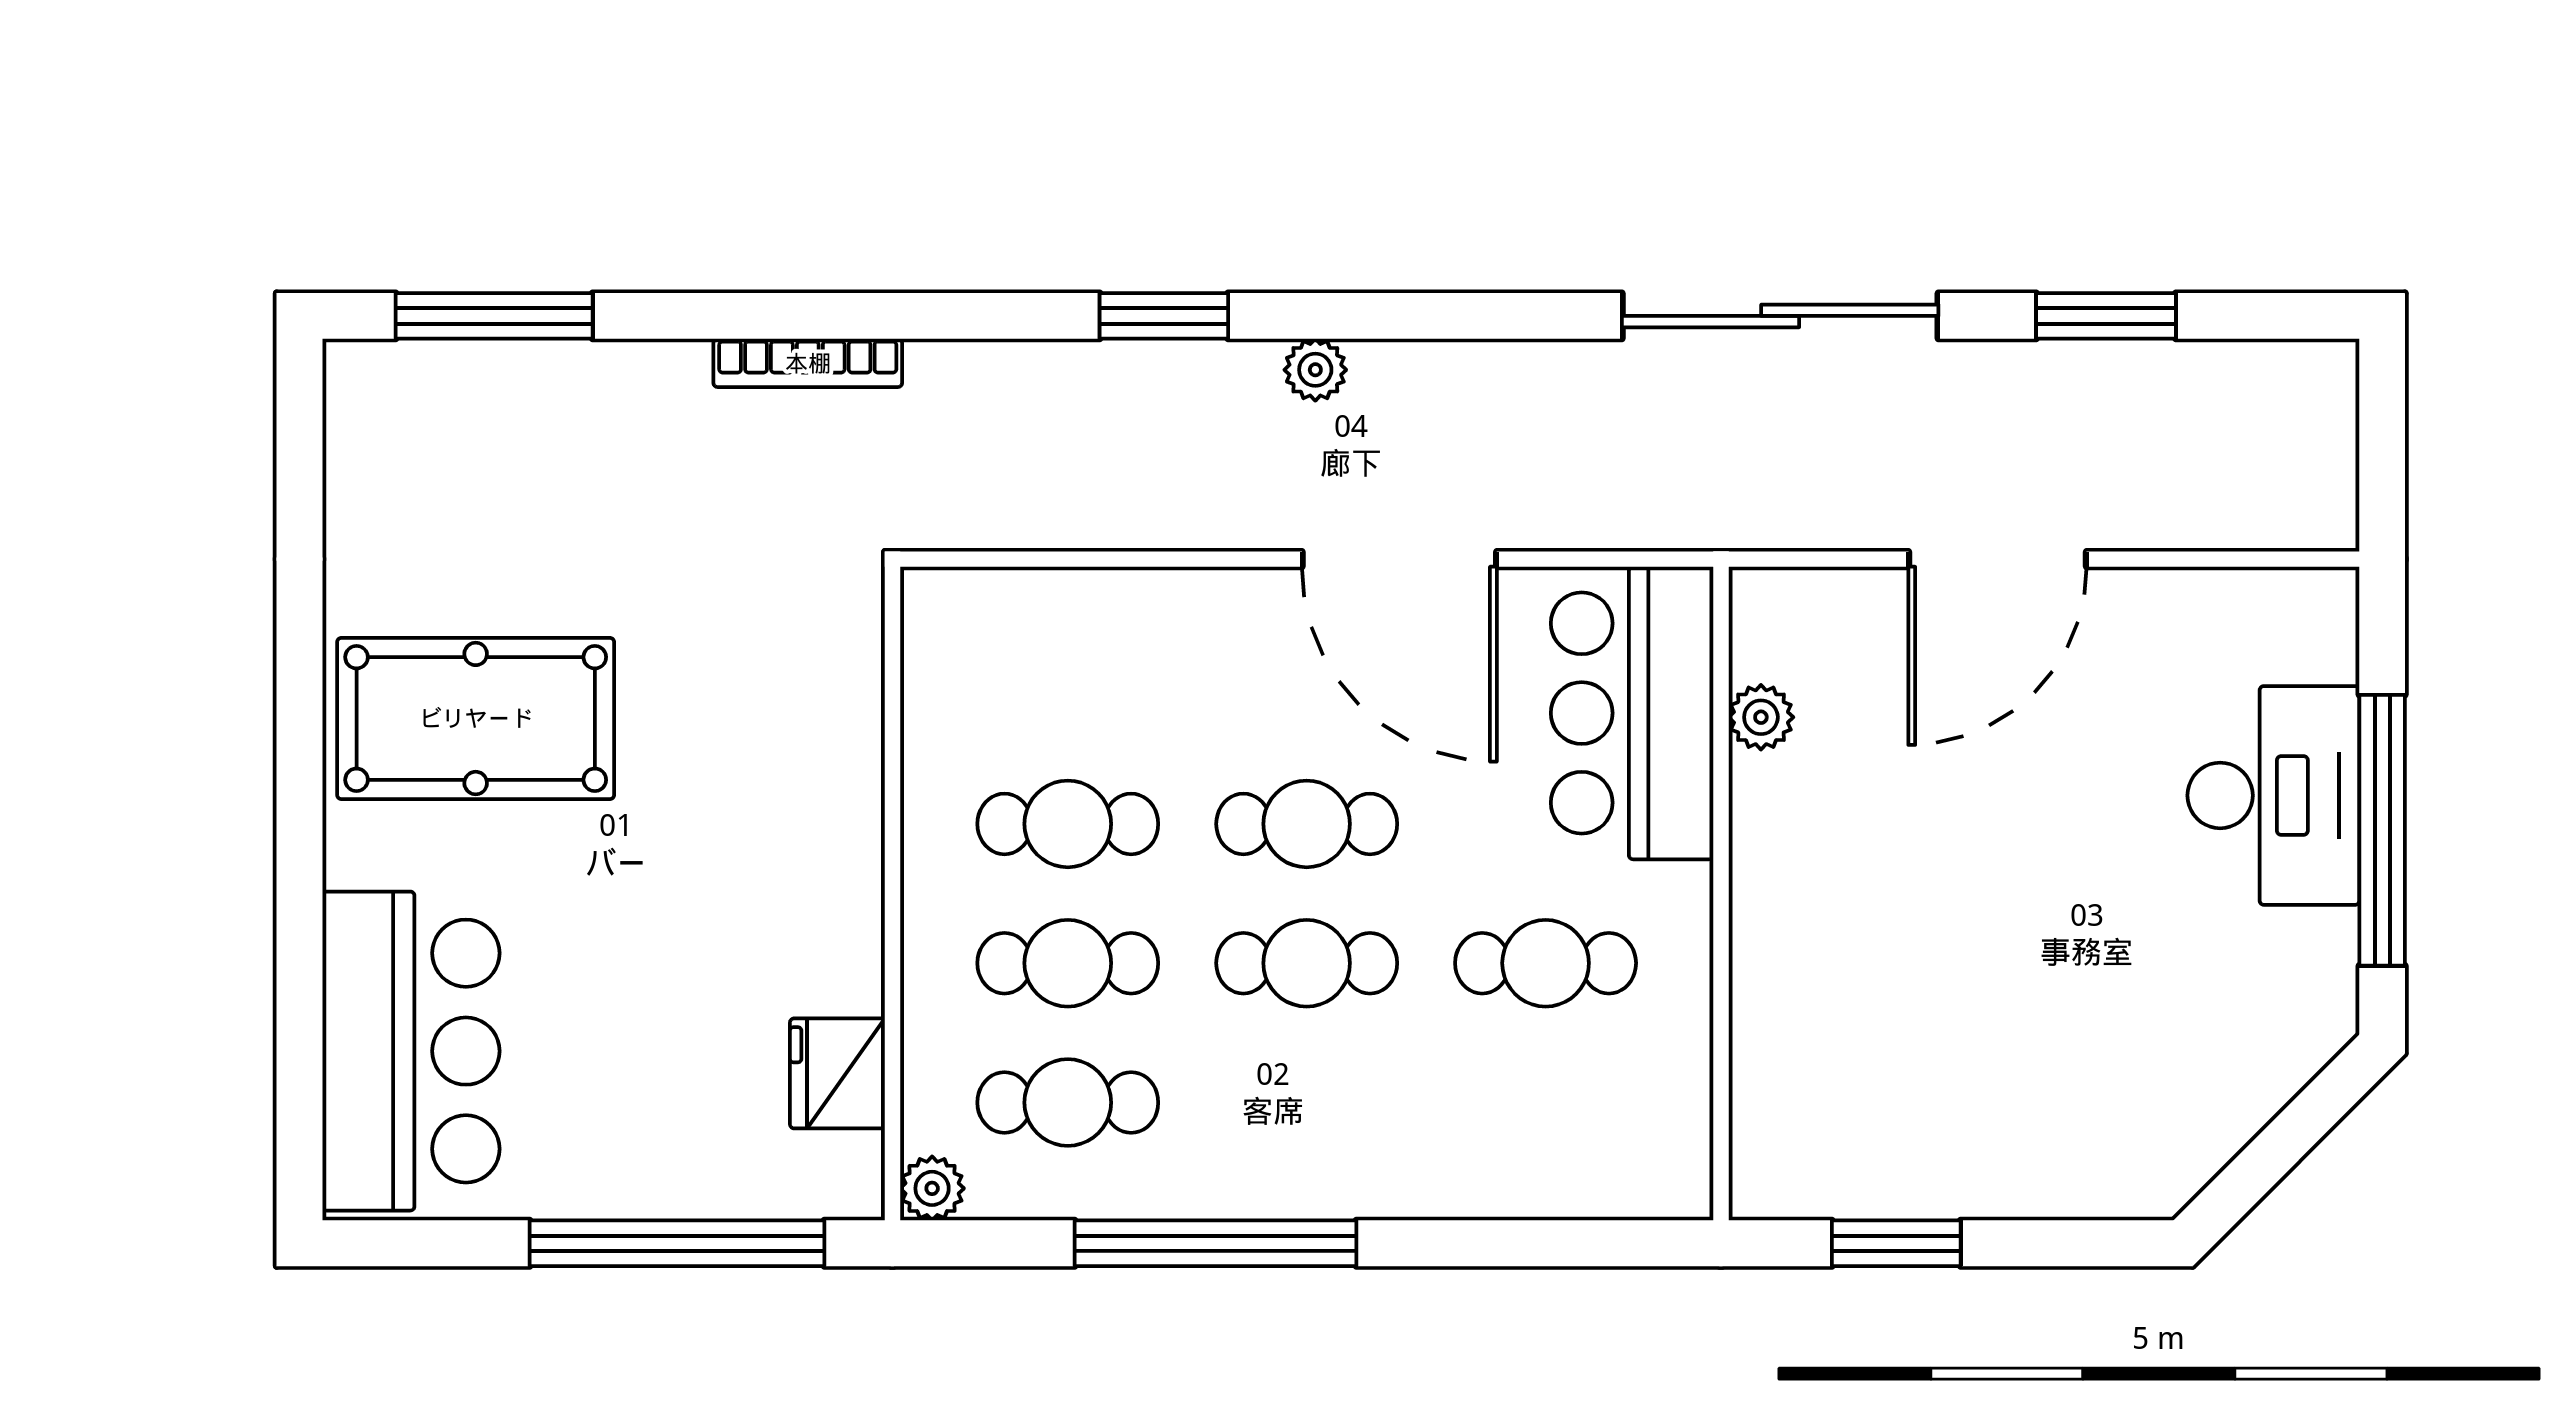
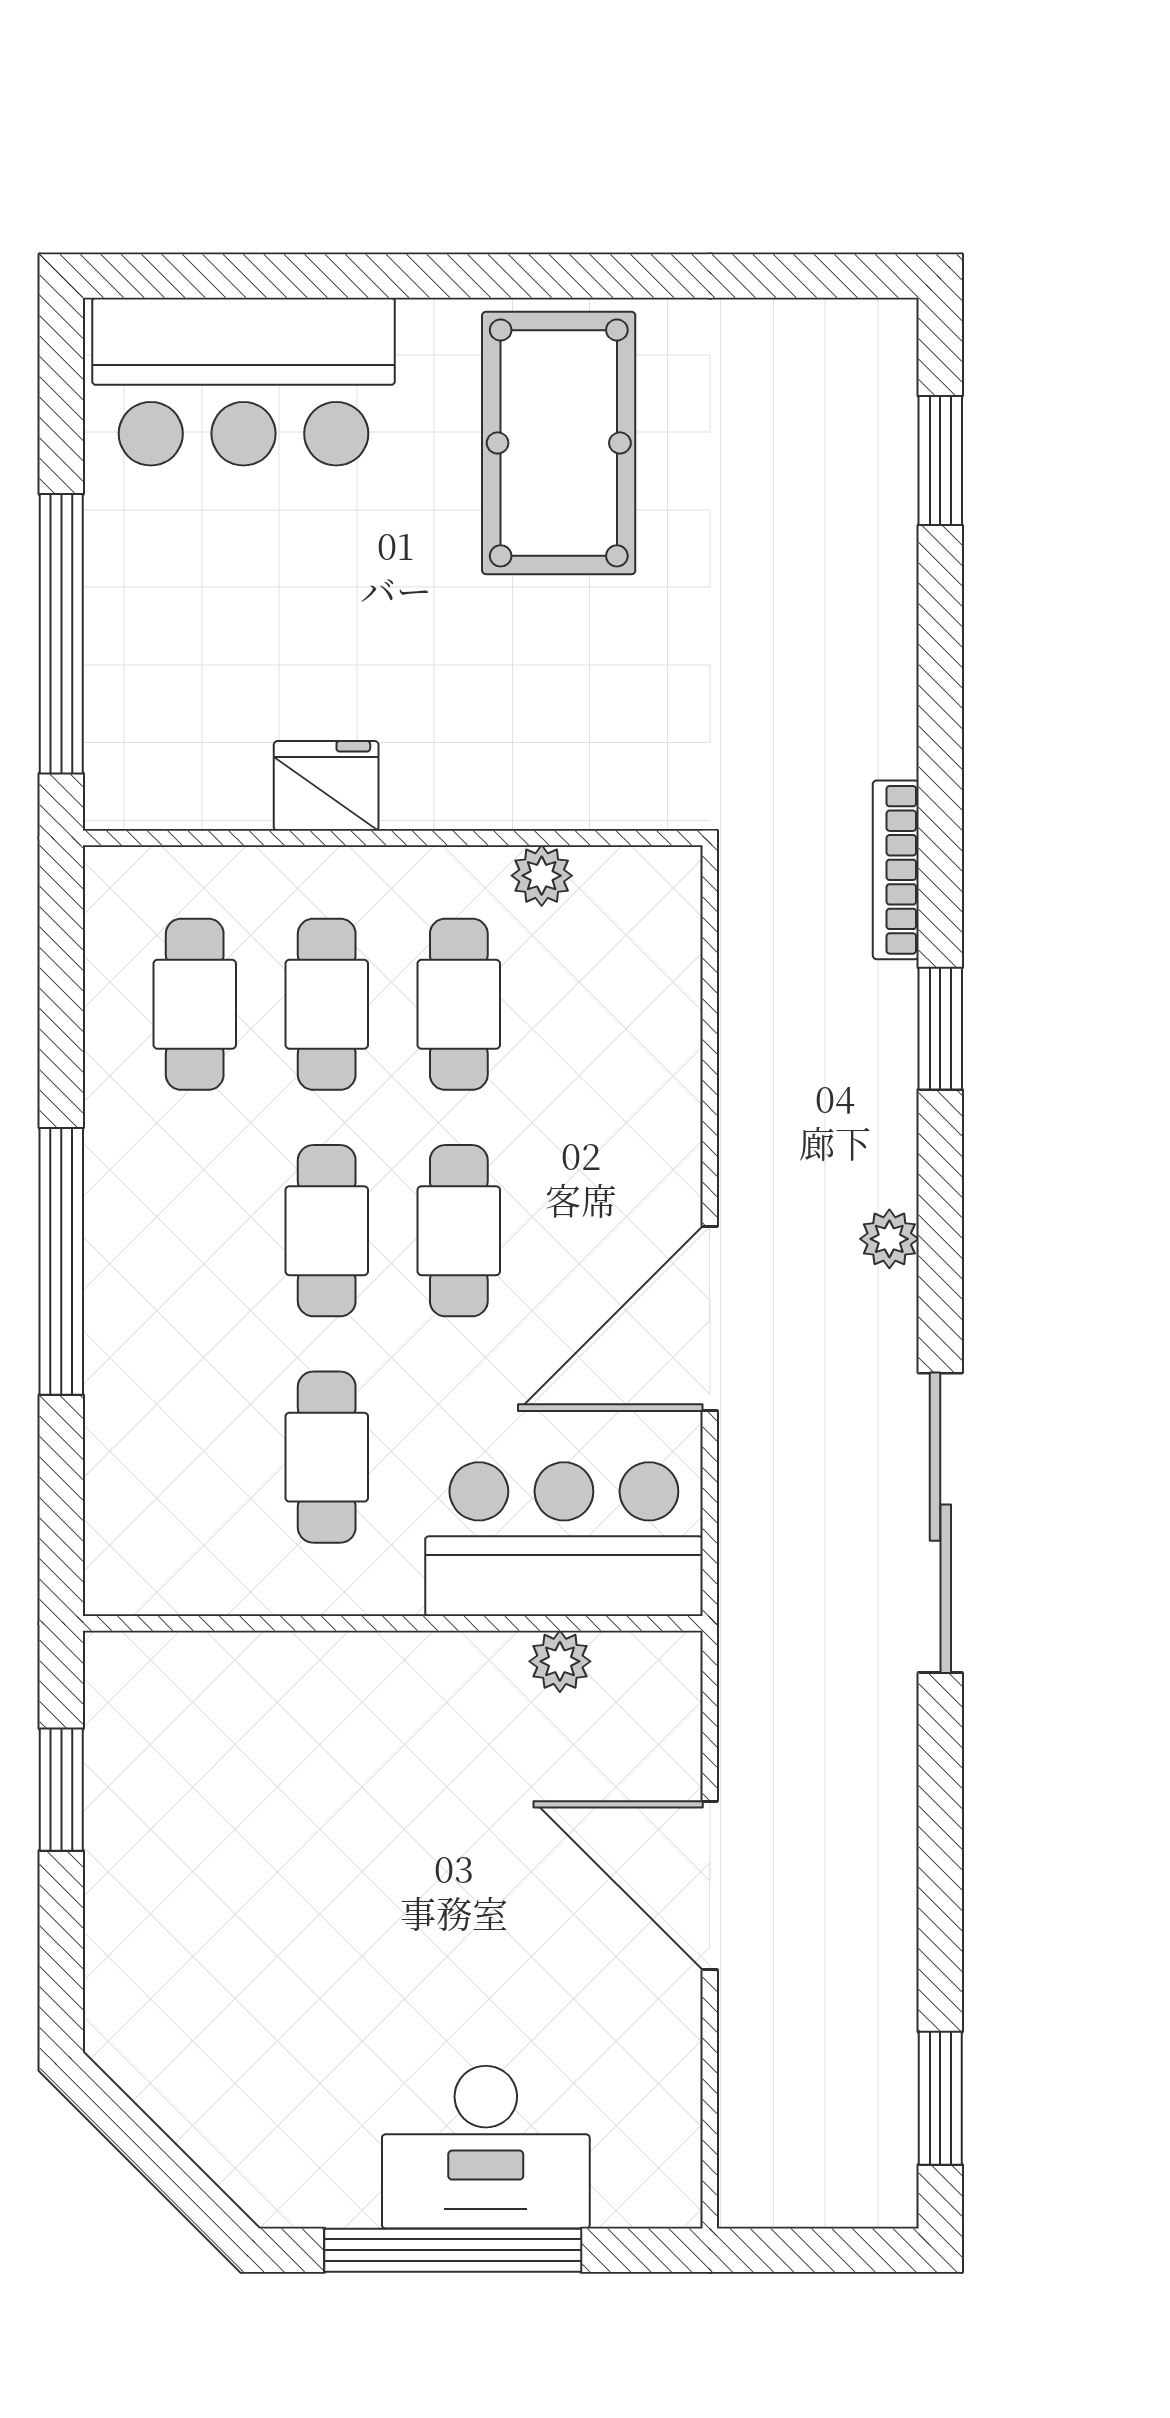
window: (494, 316) -> (940, 460), width x0.69
window: (1164, 316) -> (940, 1029), moved
sliding door: (1780, 316) -> (940, 1523), moved
window: (2106, 316) -> (940, 2098), moved
bookcase: (808, 363) -> (896, 870), moved
fridge: (837, 1073) -> (326, 786), moved
plant: (932, 1188) -> (542, 876), moved
window: (1216, 1243) -> (61, 1261), moved

